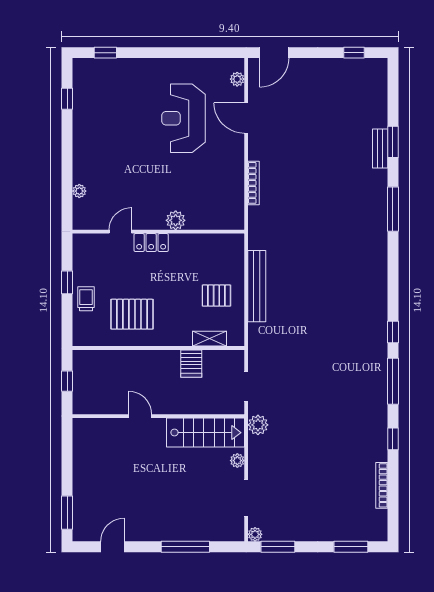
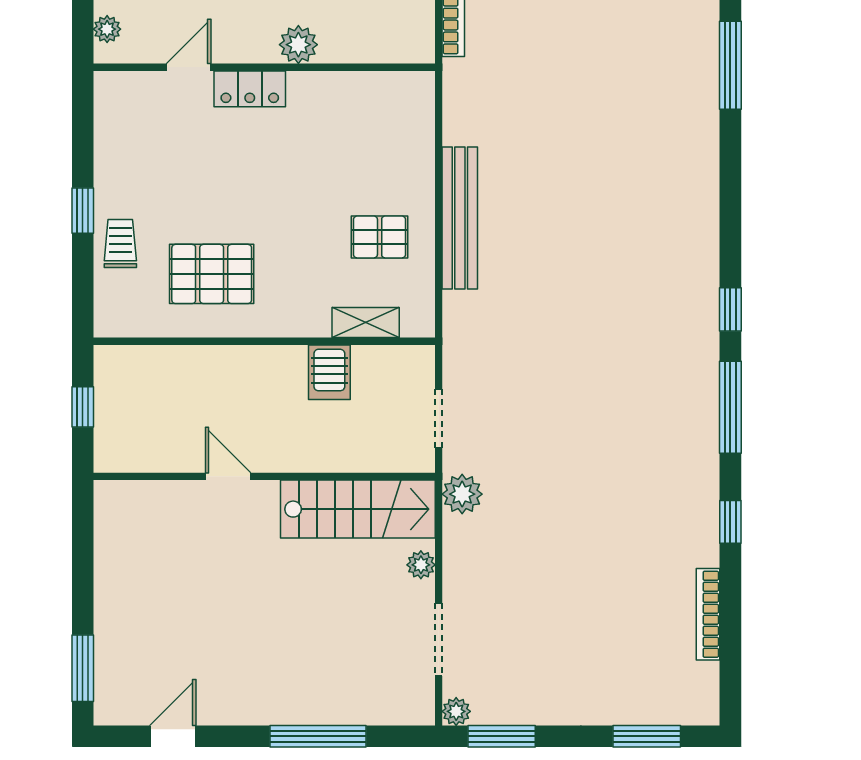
plant: (176, 220) -> (298, 45), moved
door: (120, 232) -> (189, 67), moved
wall: (158, 232) -> (264, 67), moved
locker: (151, 243) -> (250, 89), moved

